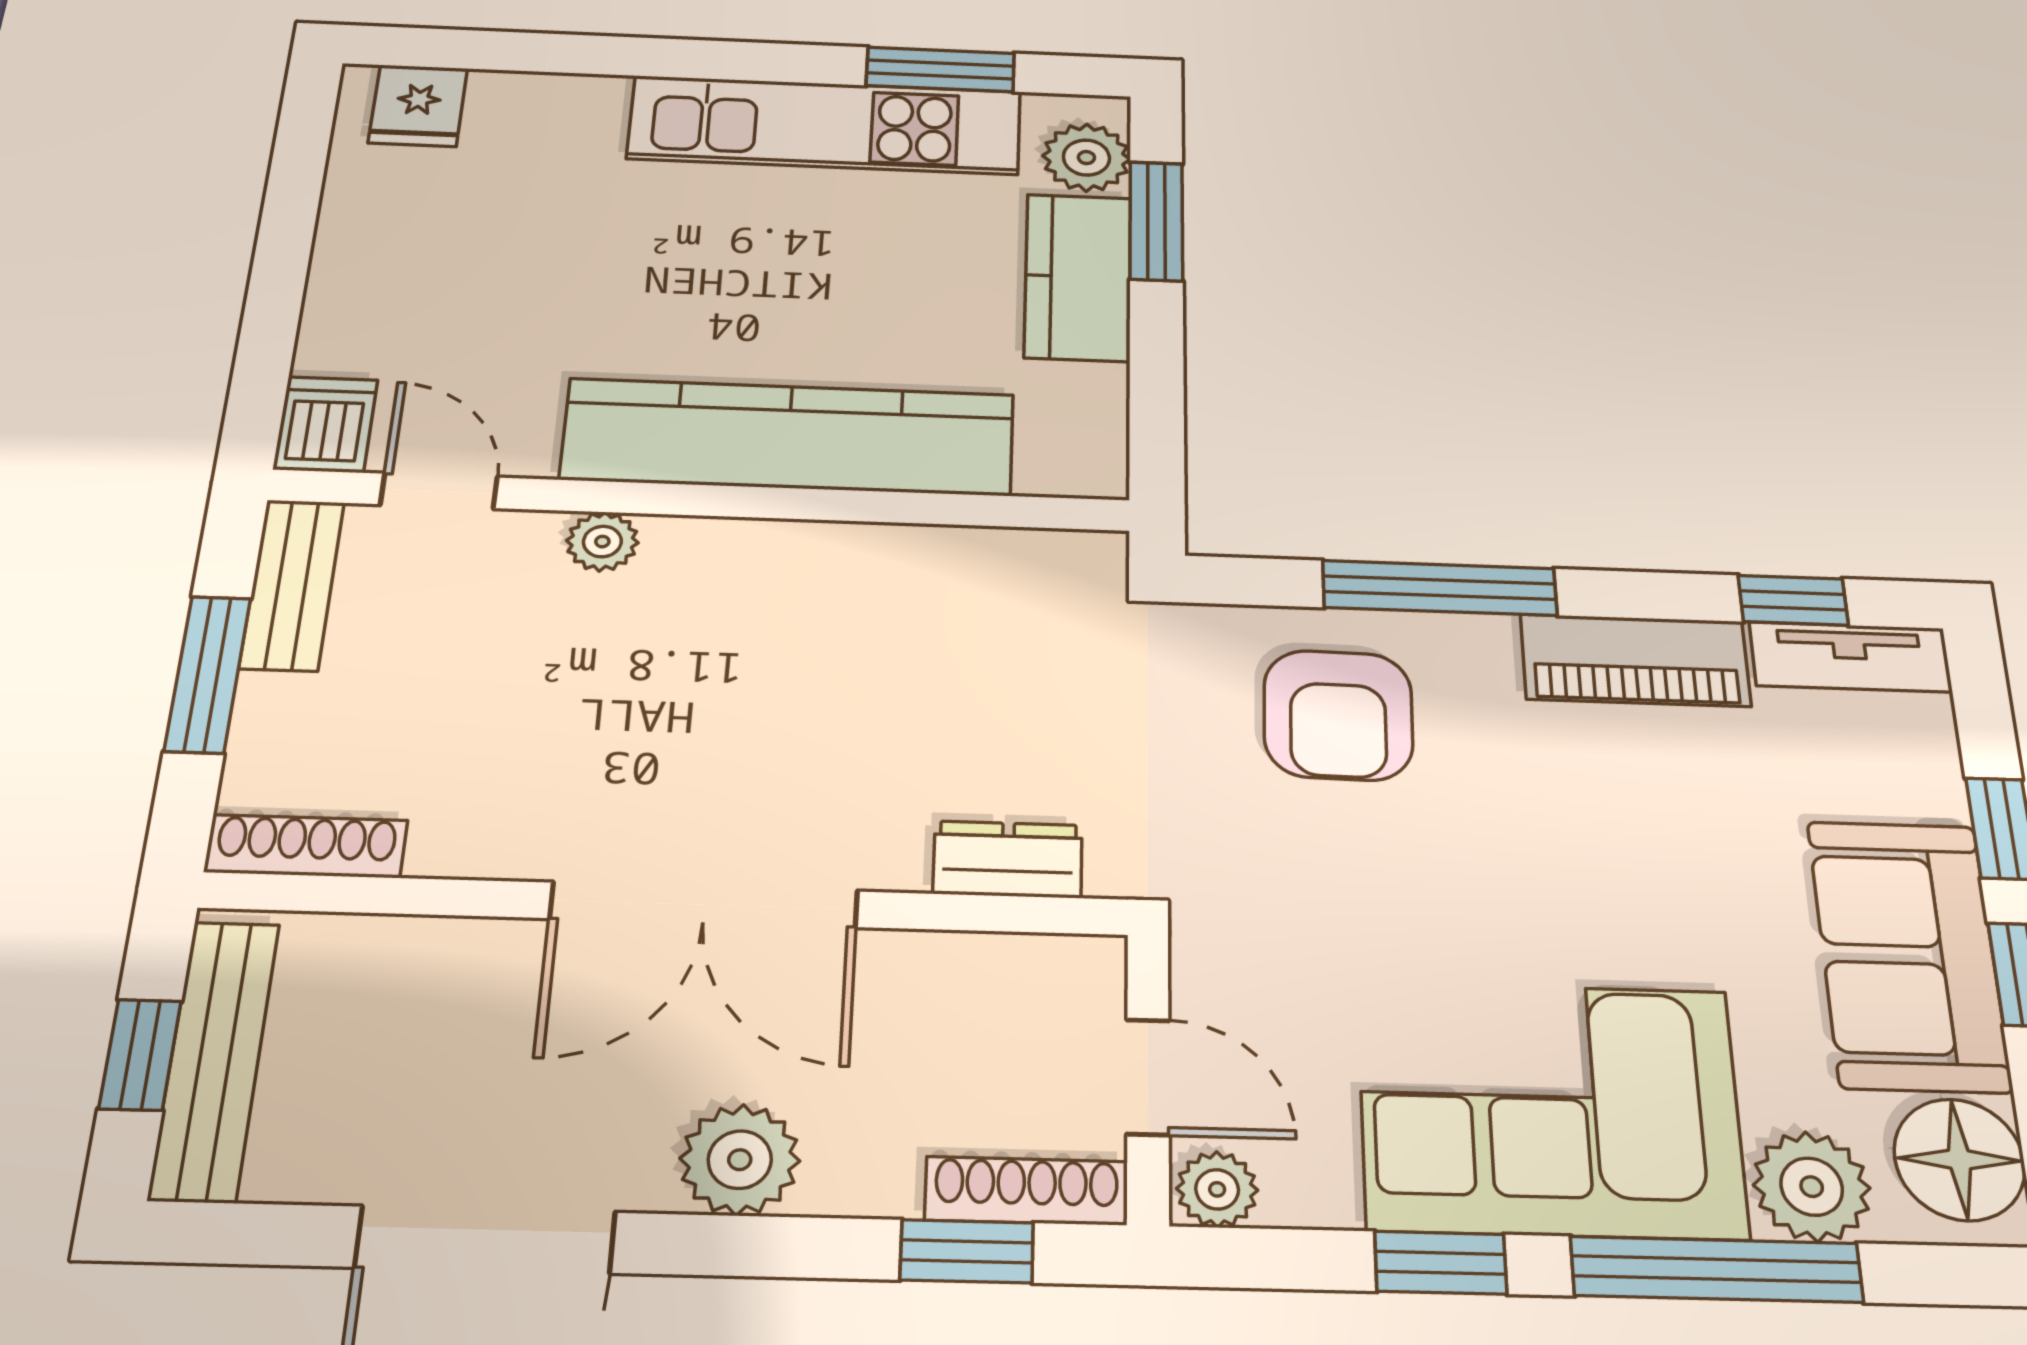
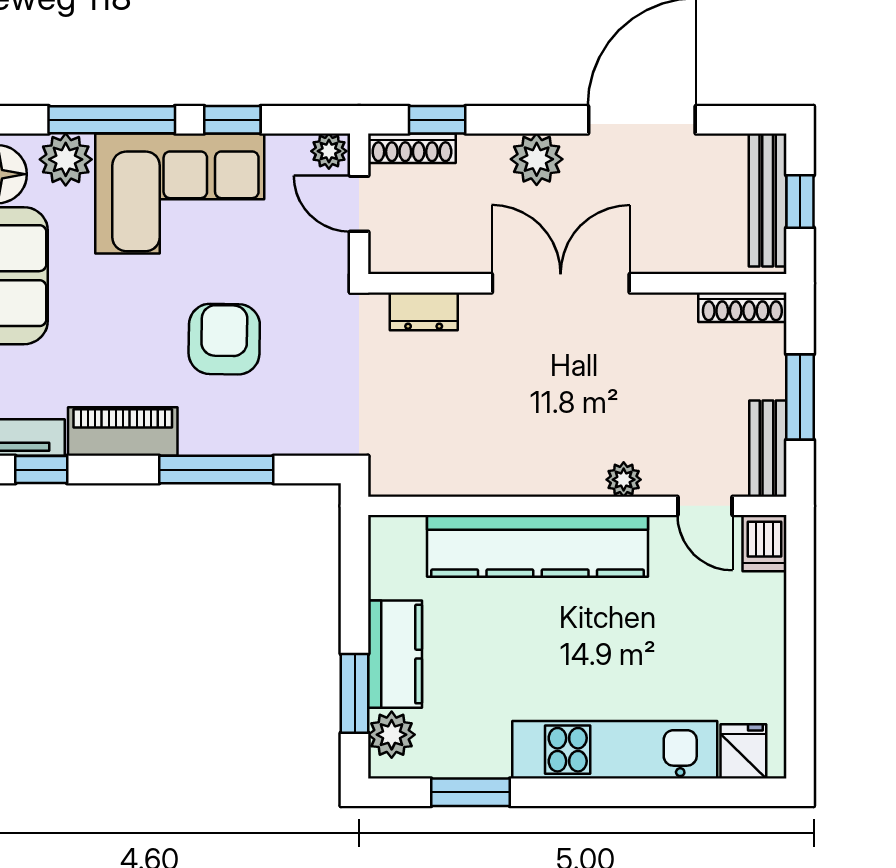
kitchen unit: (825, 125) -> (615, 750), moved
armchair: (1338, 715) -> (224, 339), moved

